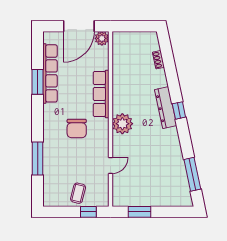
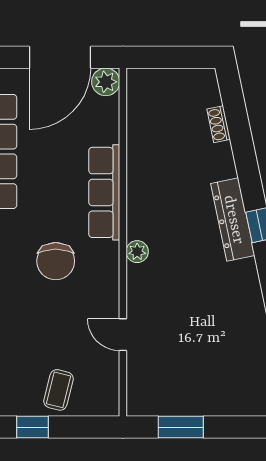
plant: (122, 124) -> (137, 252), width x0.53, depth x0.53
door: (110, 165) -> (123, 335), swing flipped
window: (88, 212) -> (32, 427), moved

